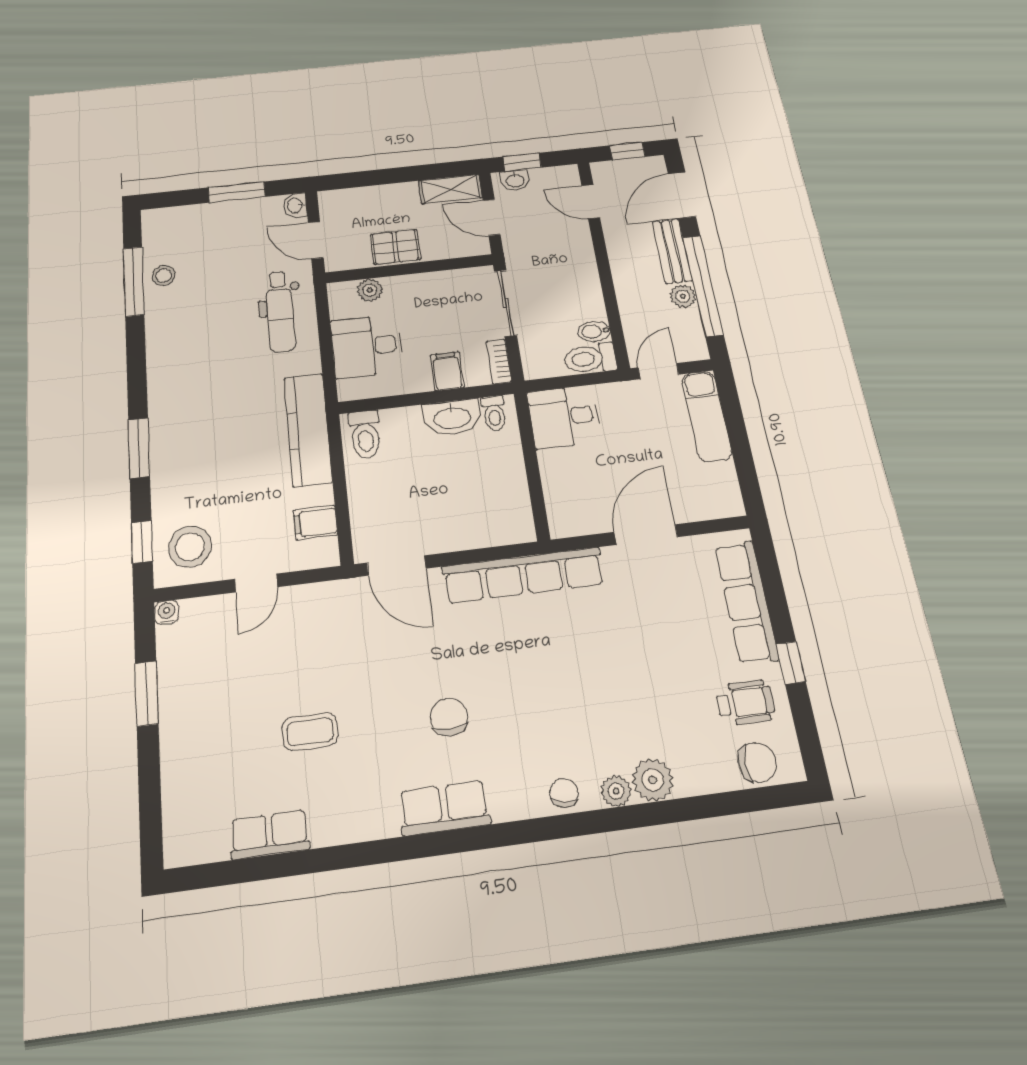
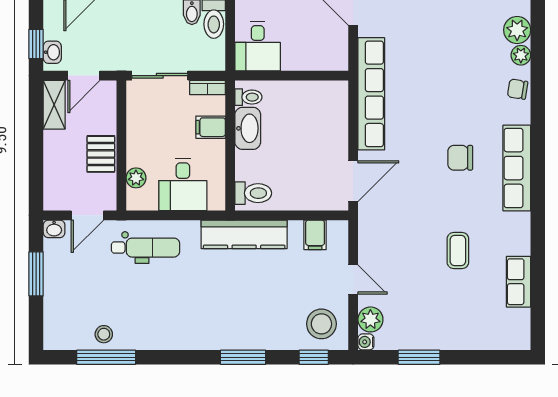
plant: (200, 615) -> (370, 319), added
row of seats: (444, 808) -> (517, 168), width x1.48

